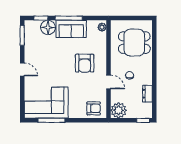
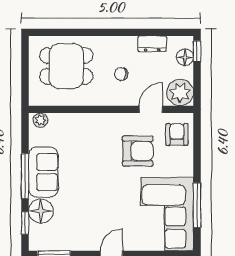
dining table: (134, 43) -> (66, 66), turned 90
armchair: (85, 63) -> (138, 151), moved
door: (109, 82) -> (151, 109), moved
floor lamp: (140, 113) -> (185, 57), added

